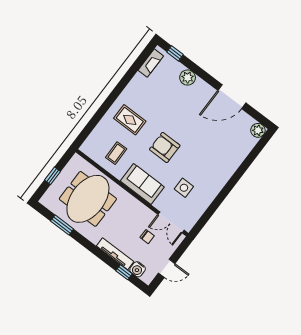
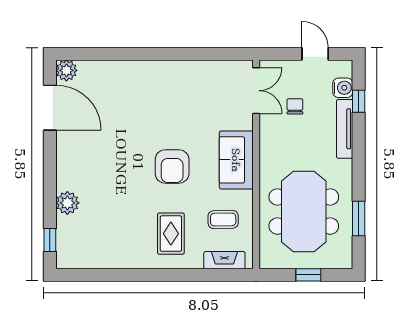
fireplace: (151, 63) -> (224, 260), moved
door: (232, 97) -> (50, 108), moved
side table: (184, 188) -> (203, 107), removed
meeting table: (88, 199) -> (304, 212), turned 90

